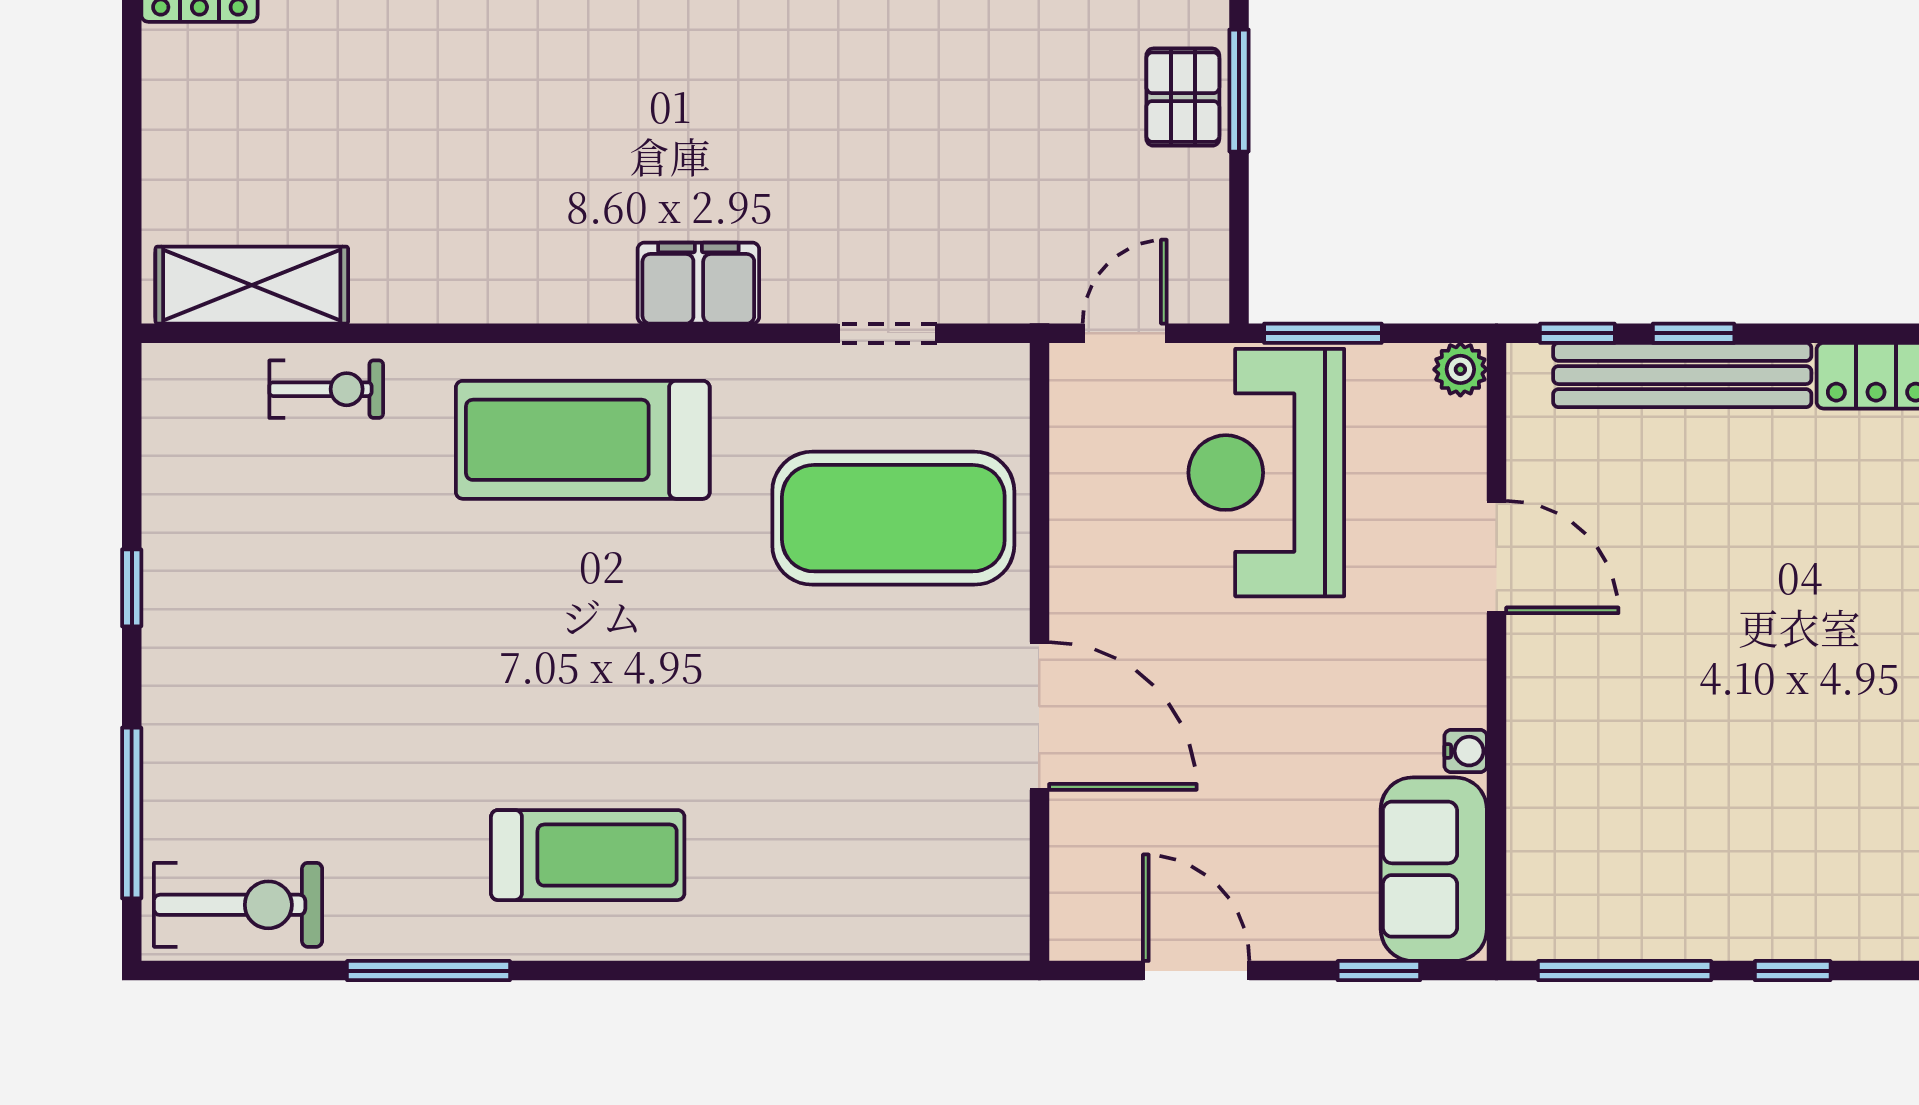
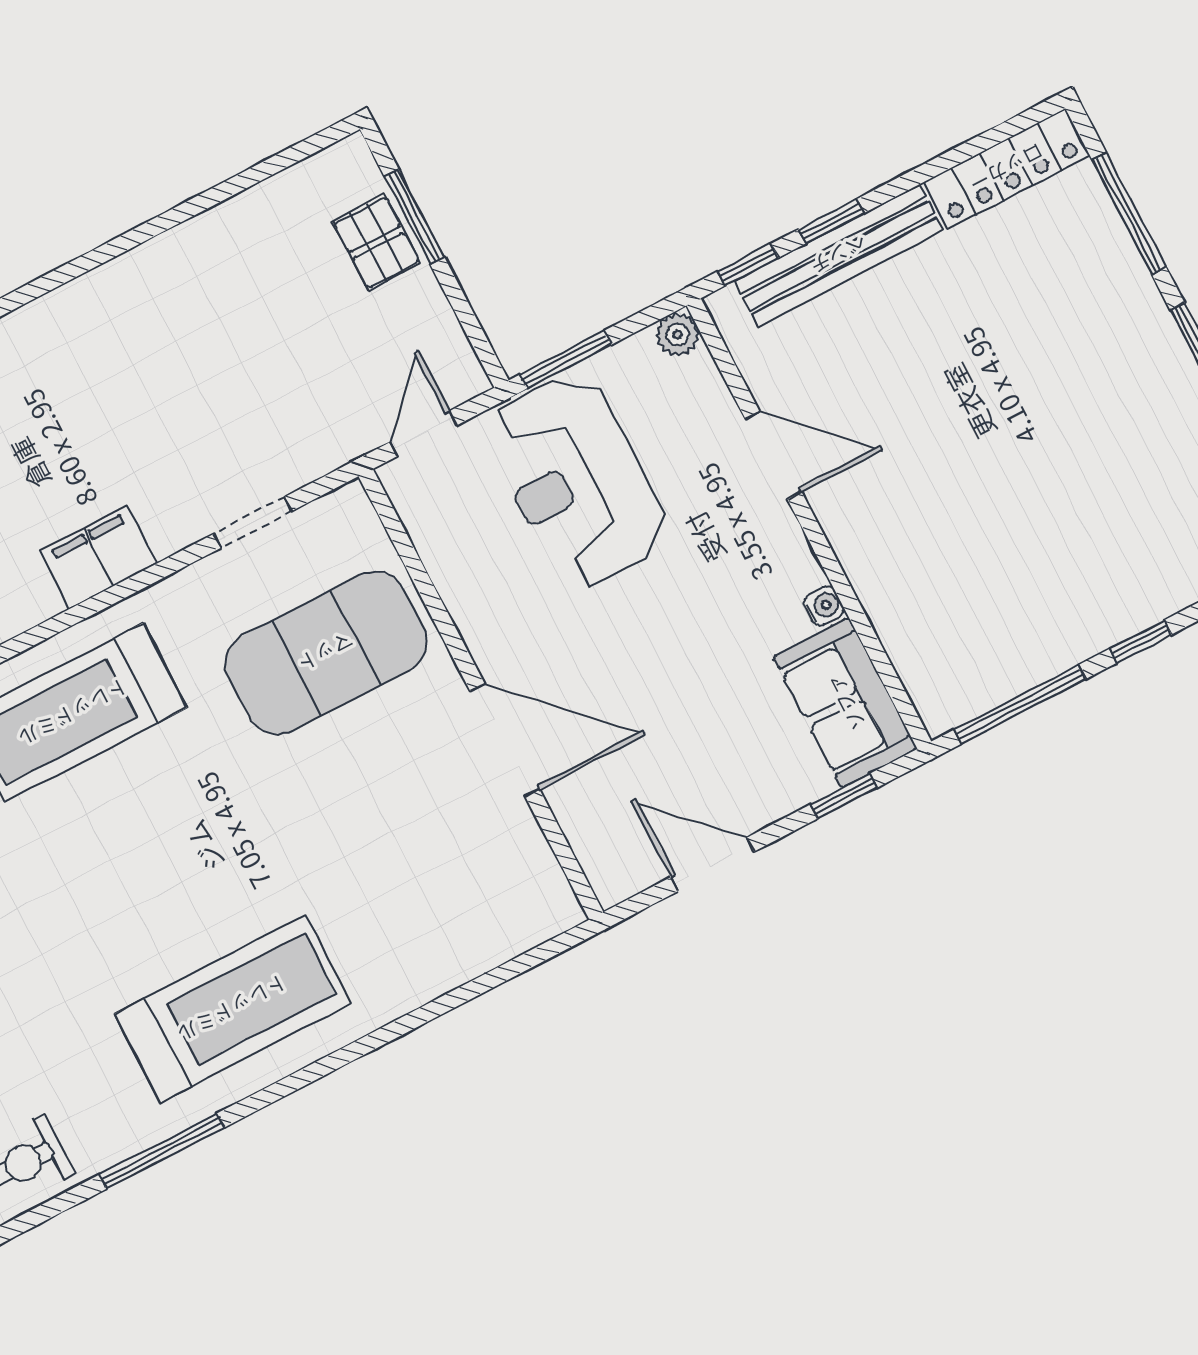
treadmill: (588, 855) -> (233, 1009), width x1.37, depth x1.38

